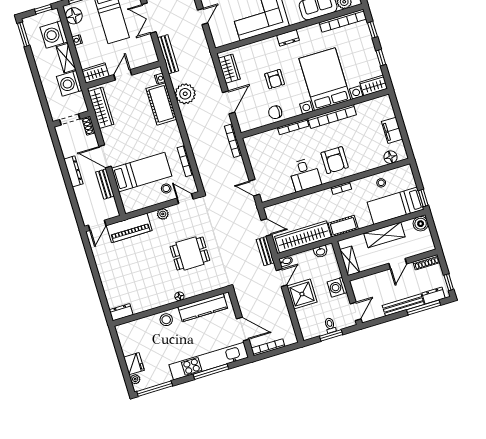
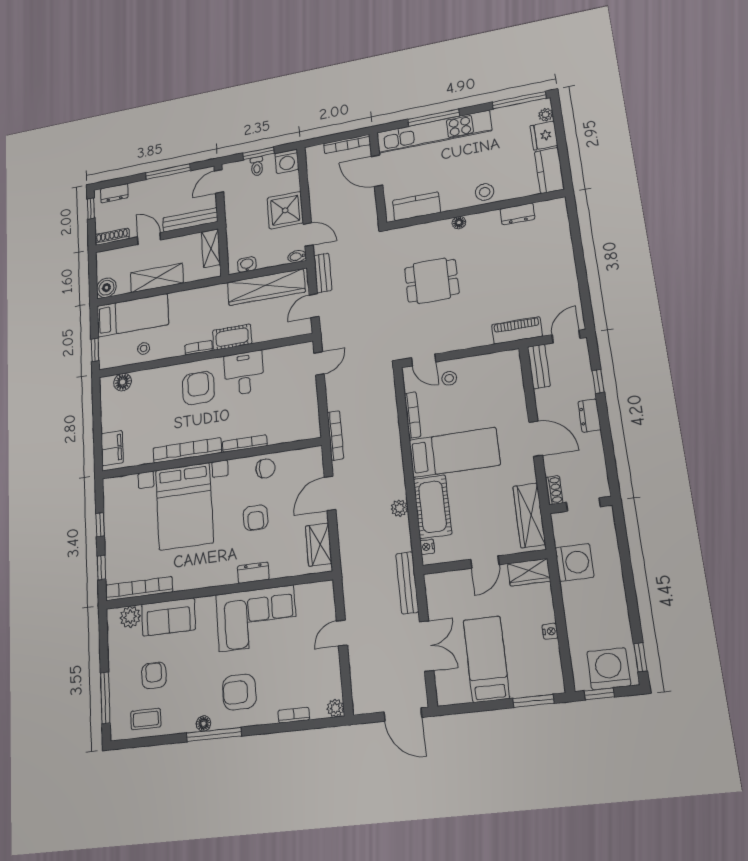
floor lamp: (74, 16) -> (549, 673), removed
window: (23, 34) -> (640, 657), width x0.67
washing machine: (54, 35) -> (609, 669), moved, turned -90
dresser: (288, 38) -> (253, 573), moved
shelving: (66, 58) -> (573, 605), removed
armchair: (275, 79) -> (256, 518), turned 180
wardrobe: (374, 85) -> (120, 486), removed
plant: (185, 94) -> (399, 508), width x0.53, depth x0.53
filing cabinet: (392, 130) -> (112, 448), moved
dresser: (73, 171) -> (589, 416), width x0.70
bed: (142, 172) -> (454, 452), moved, turned 180
bench: (105, 184) -> (539, 367), moved
door: (254, 188) -> (319, 363), hinge flipped
window: (73, 198) -> (598, 381), added
window: (423, 198) -> (95, 350), moved
plant: (163, 214) -> (461, 342), removed
cot: (343, 226) -> (232, 337), moved
door: (266, 227) -> (314, 306), hinge flipped
piano: (129, 228) -> (517, 330), width x0.73, depth x0.75
door: (398, 264) -> (149, 238), hinge flipped
door: (282, 278) -> (308, 235), swing flipped
washing machine: (337, 287) -> (287, 161), moved, turned 90
bench: (403, 305) -> (190, 220), moved
window: (424, 307) -> (168, 172), moved
kitchen counter: (203, 308) -> (417, 206), width x0.67
dresser: (121, 312) -> (517, 214), moved
kitchen counter: (126, 339) -> (549, 170), added

